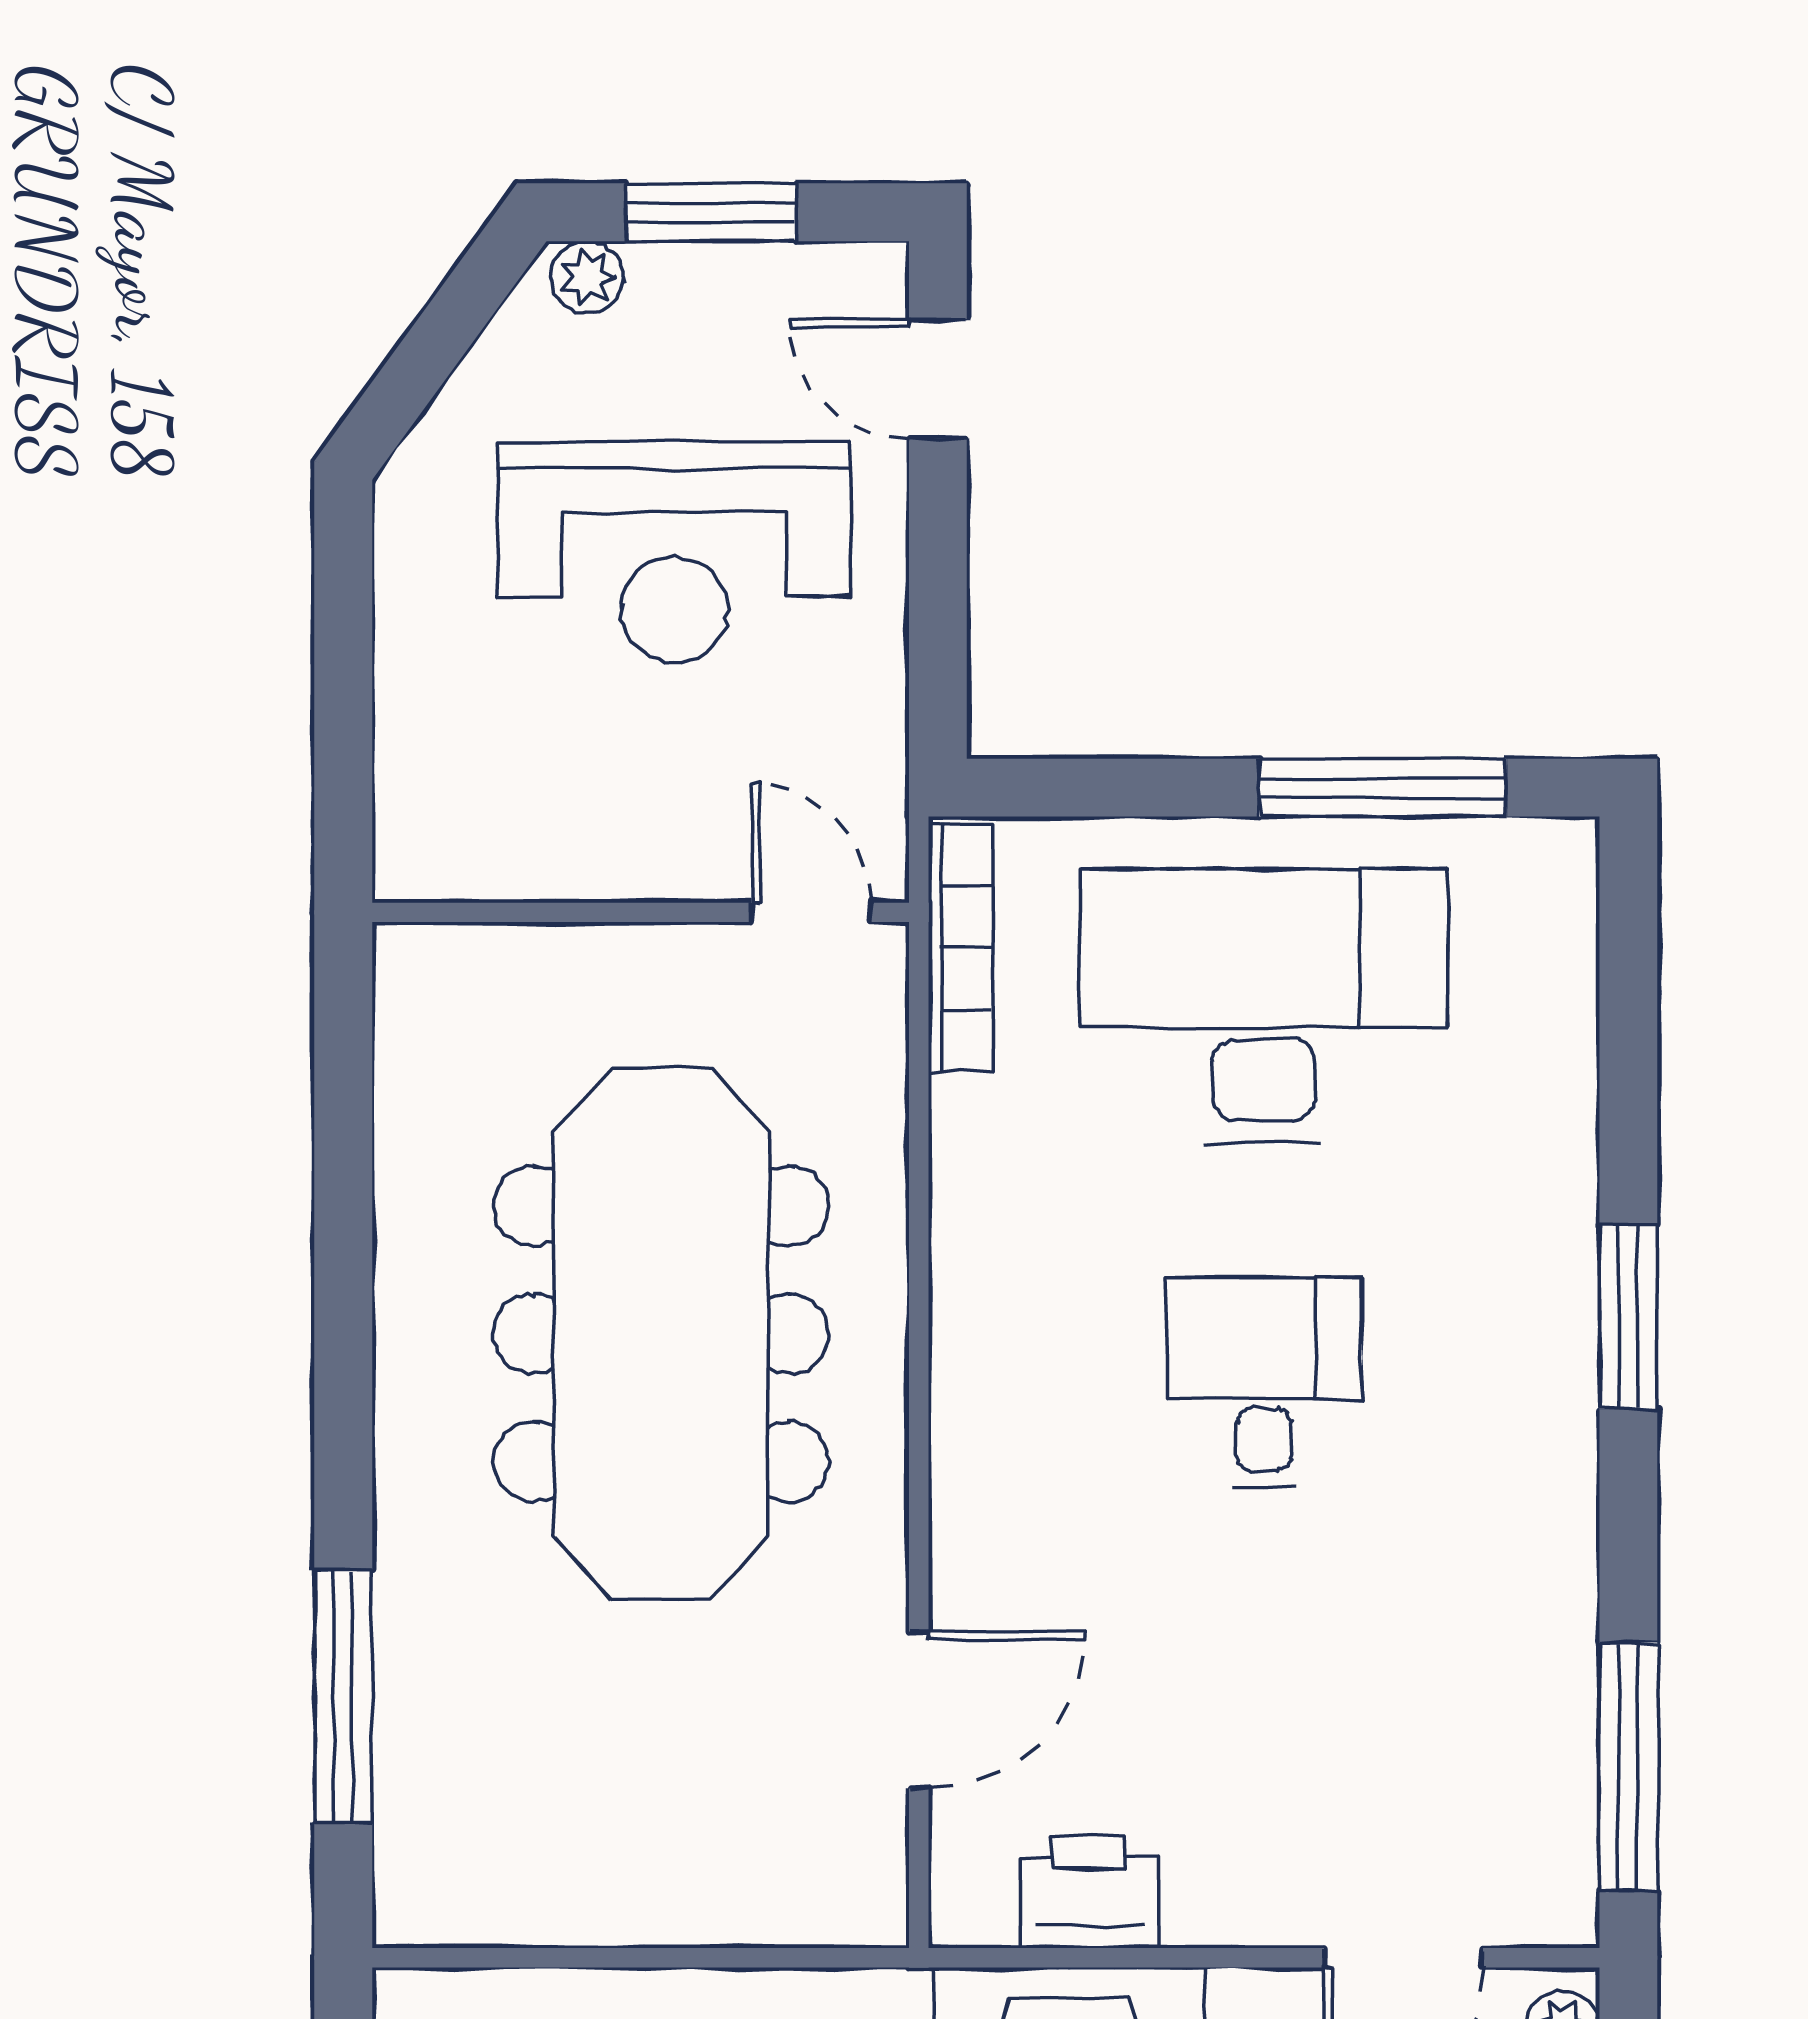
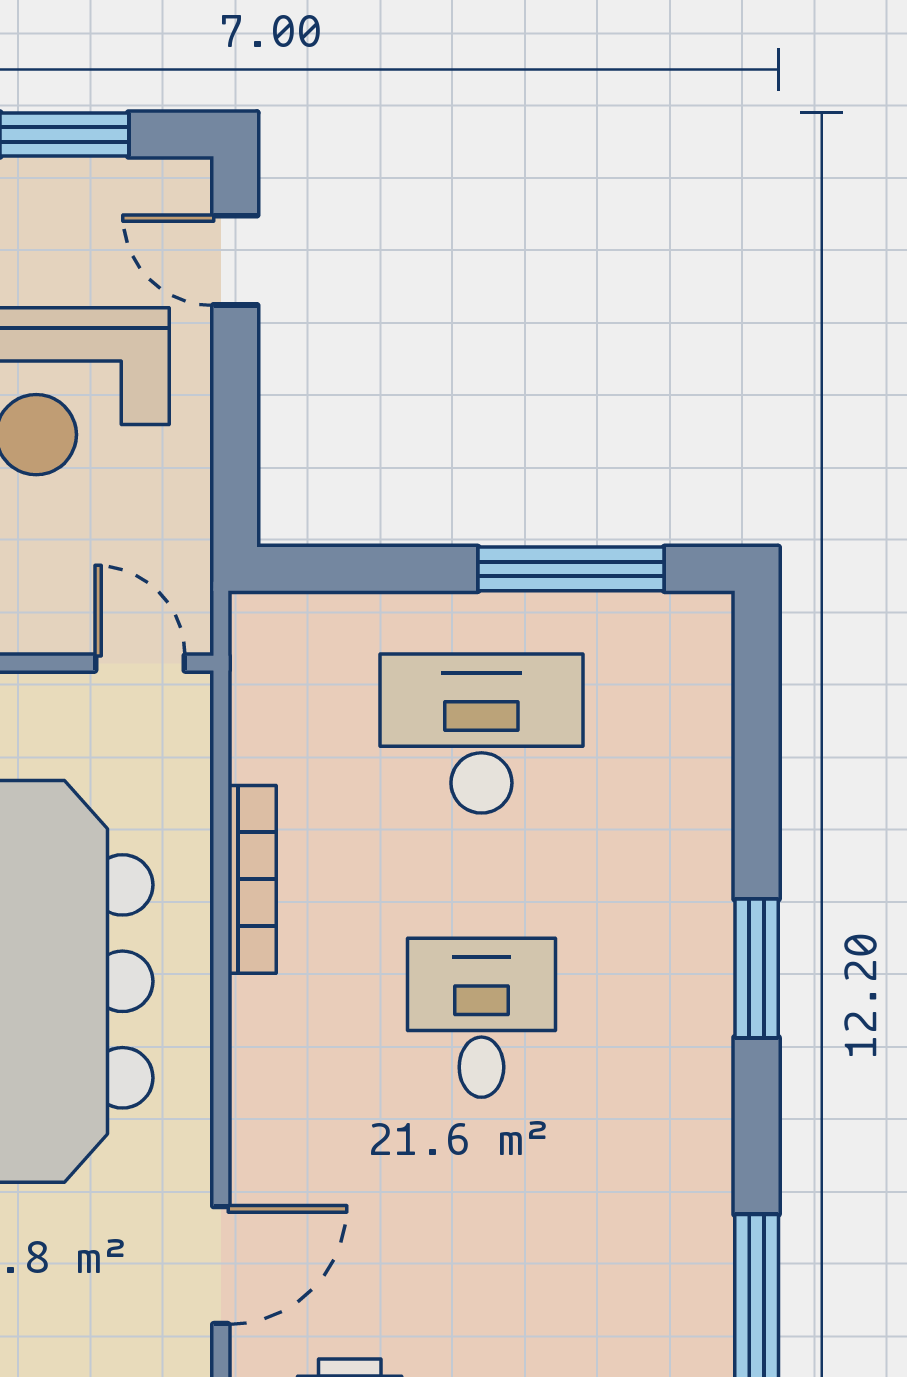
bookcase: (960, 948) -> (252, 879), moved
desk: (1264, 1006) -> (481, 734), width x0.73, depth x0.77

